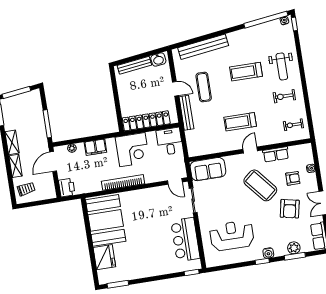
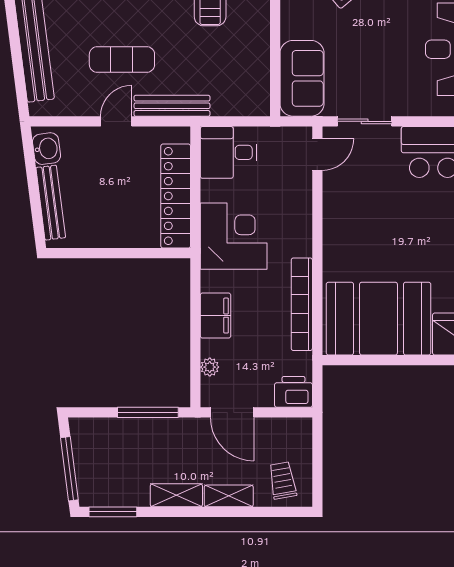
bookcase: (123, 182) -> (302, 304), moved

